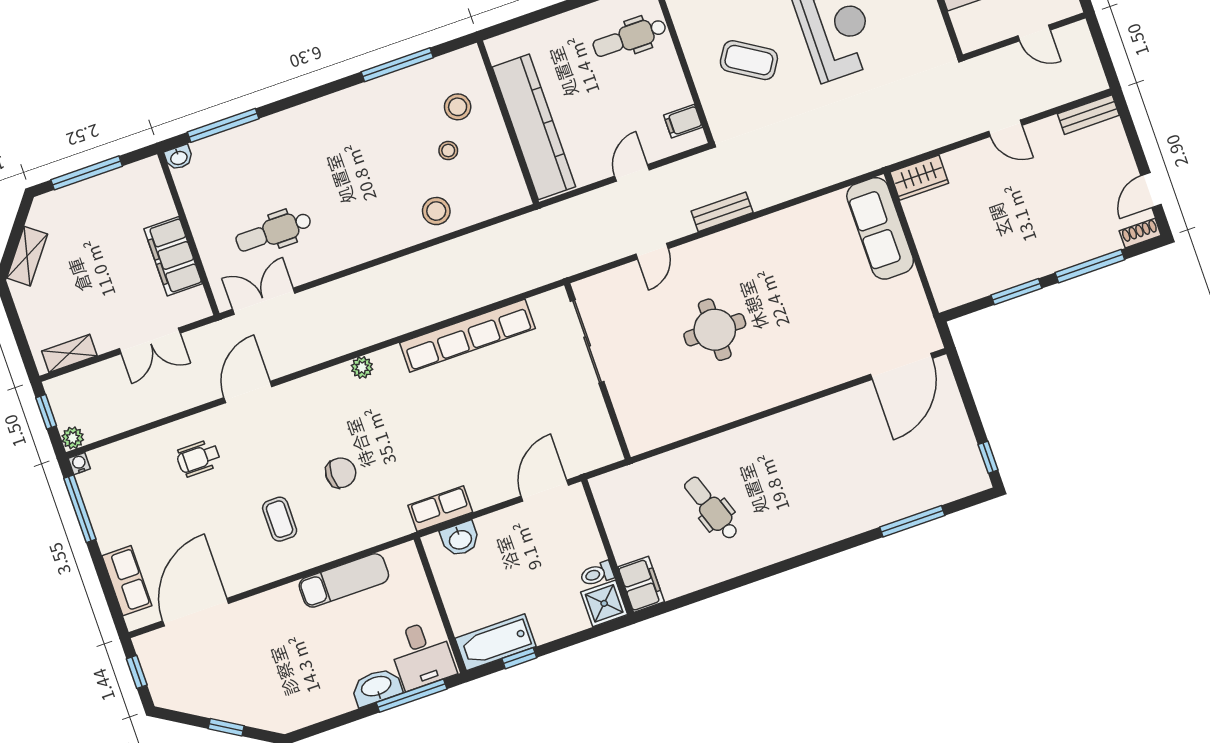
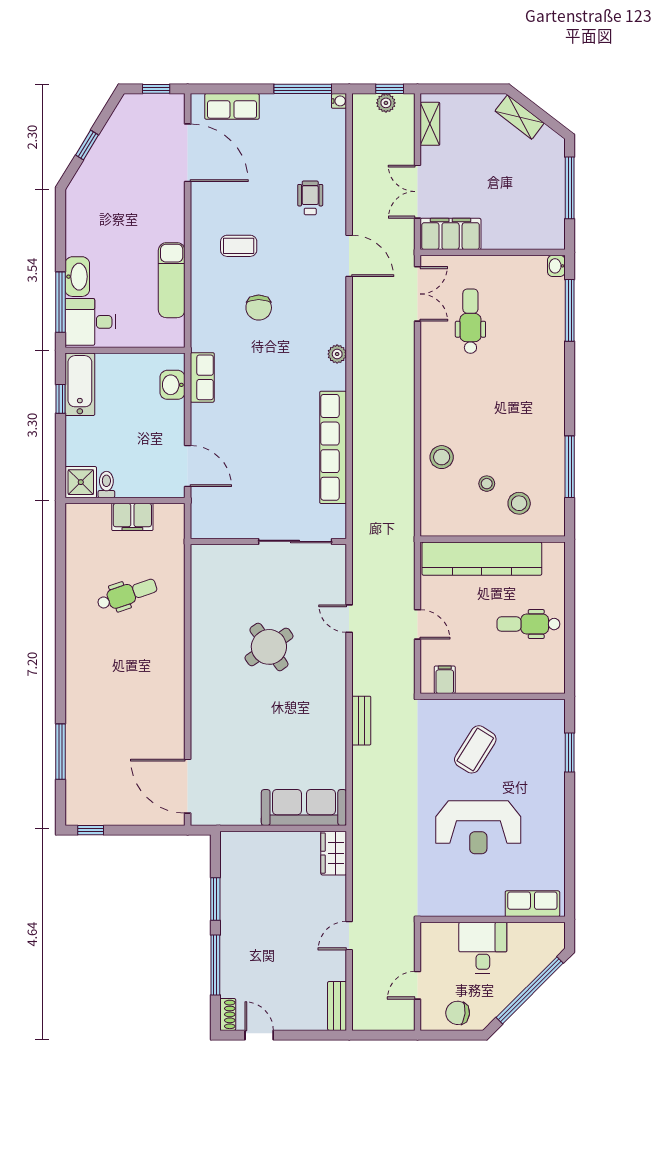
dental chair: (630, 38) -> (528, 624), moved, turned -90
bench: (722, 212) -> (361, 721), moved
filing cabinet: (173, 256) -> (451, 234), moved
round table: (715, 330) -> (269, 647), turned -35
plant: (73, 438) -> (386, 103), moved
filing cabinet: (641, 584) -> (132, 517), moved

